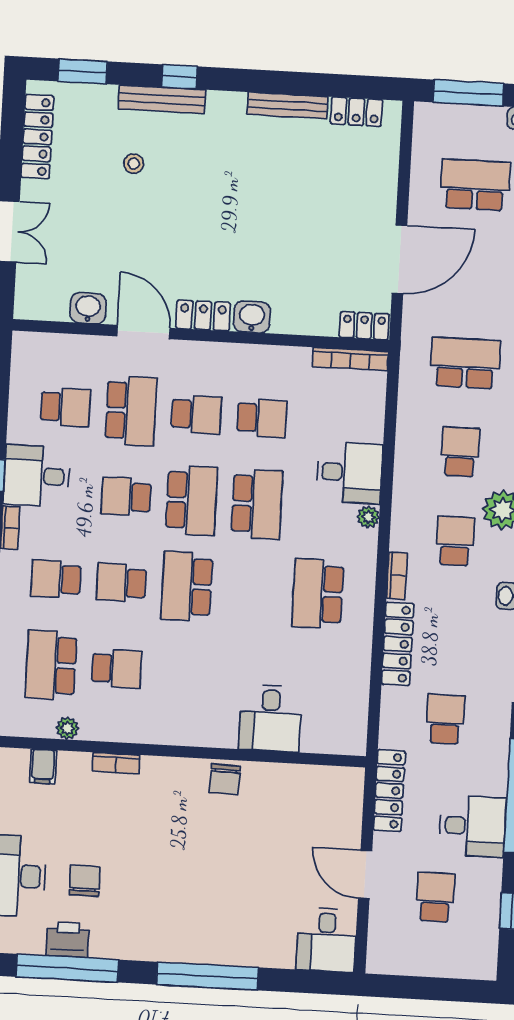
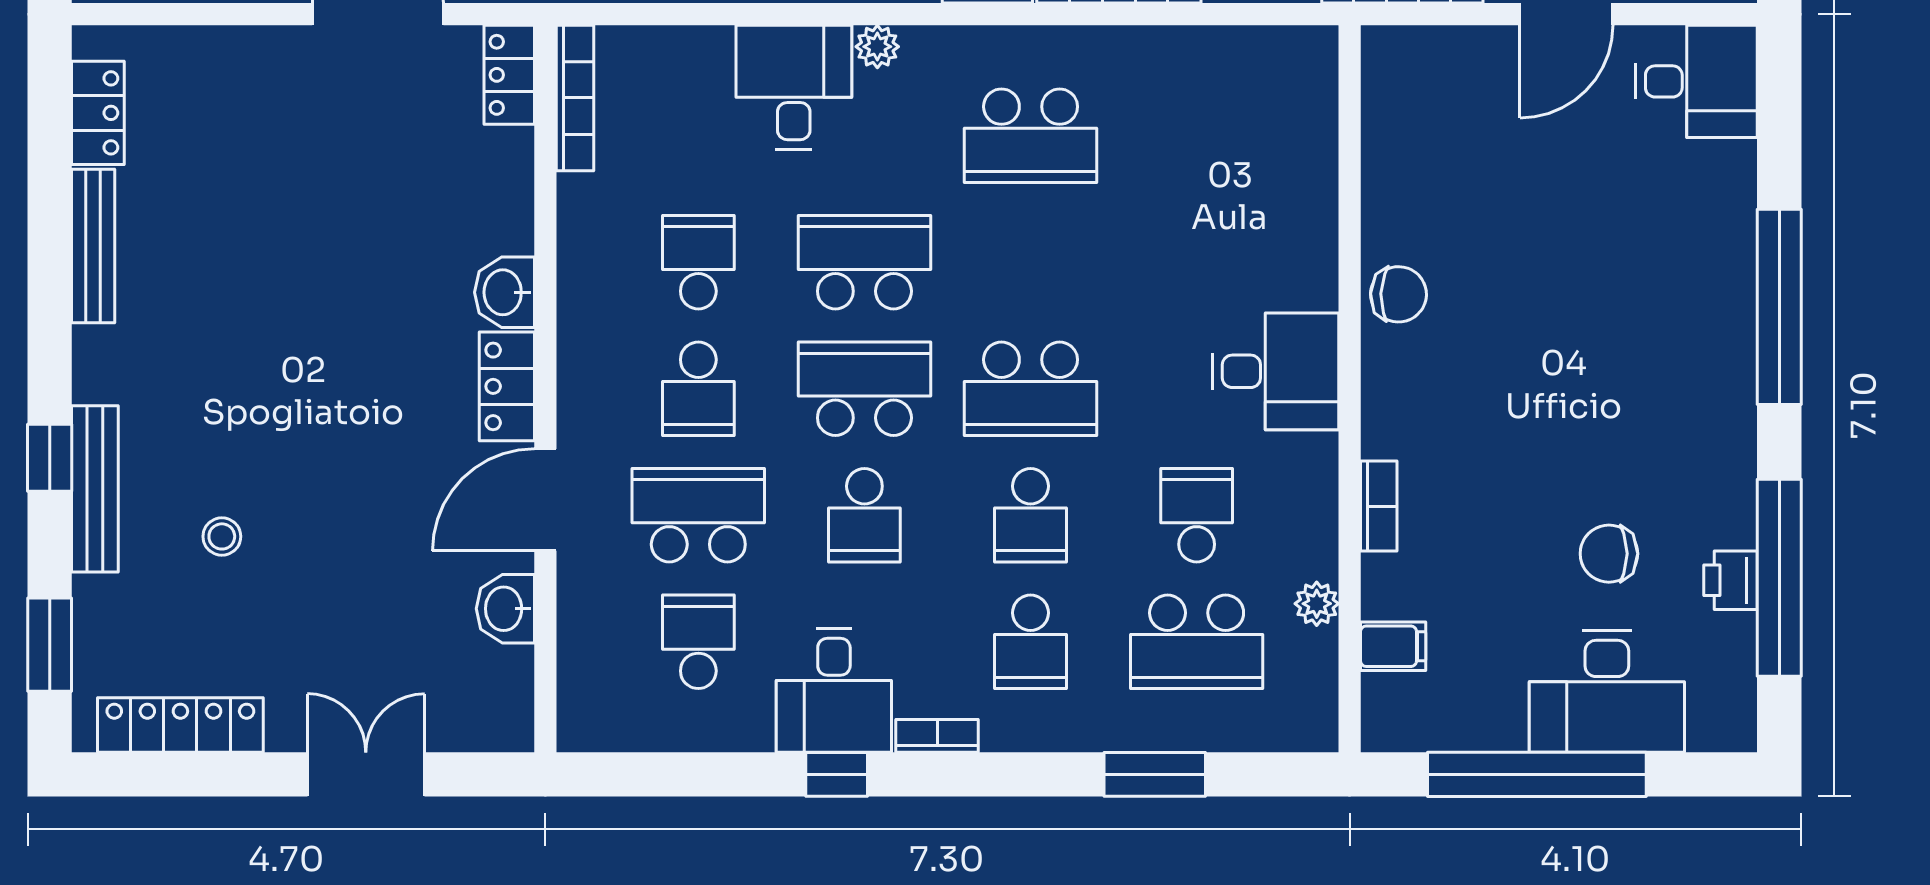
school desk: (196, 414) -> (698, 389), turned 180
desk: (270, 718) -> (1275, 371), moved
printer: (68, 940) -> (1730, 580), width x0.73, depth x0.81

